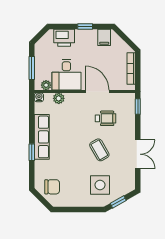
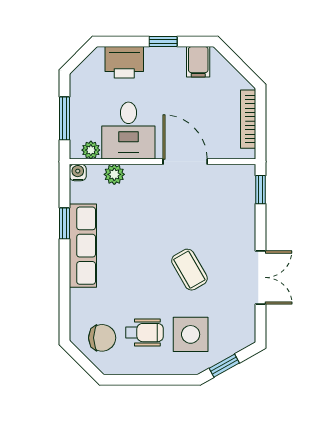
wheelchair: (106, 118) -> (144, 333), moved
window: (32, 152) -> (64, 223), moved

